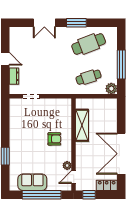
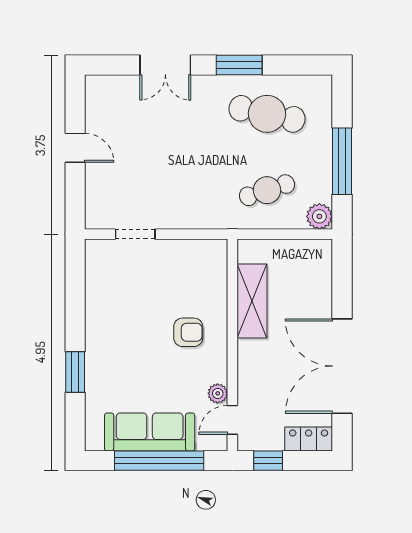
cafe table: (89, 44) -> (267, 114), turned 33
dresser: (14, 76) -> (95, 188), removed
sofa: (32, 182) -> (150, 432), width x1.36

